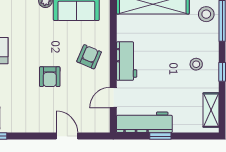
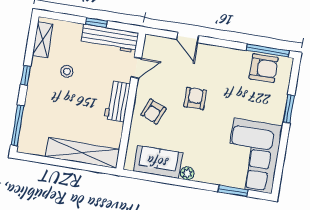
stool: (206, 14) -> (32, 135), removed
stool: (196, 64) -> (67, 71), moved

